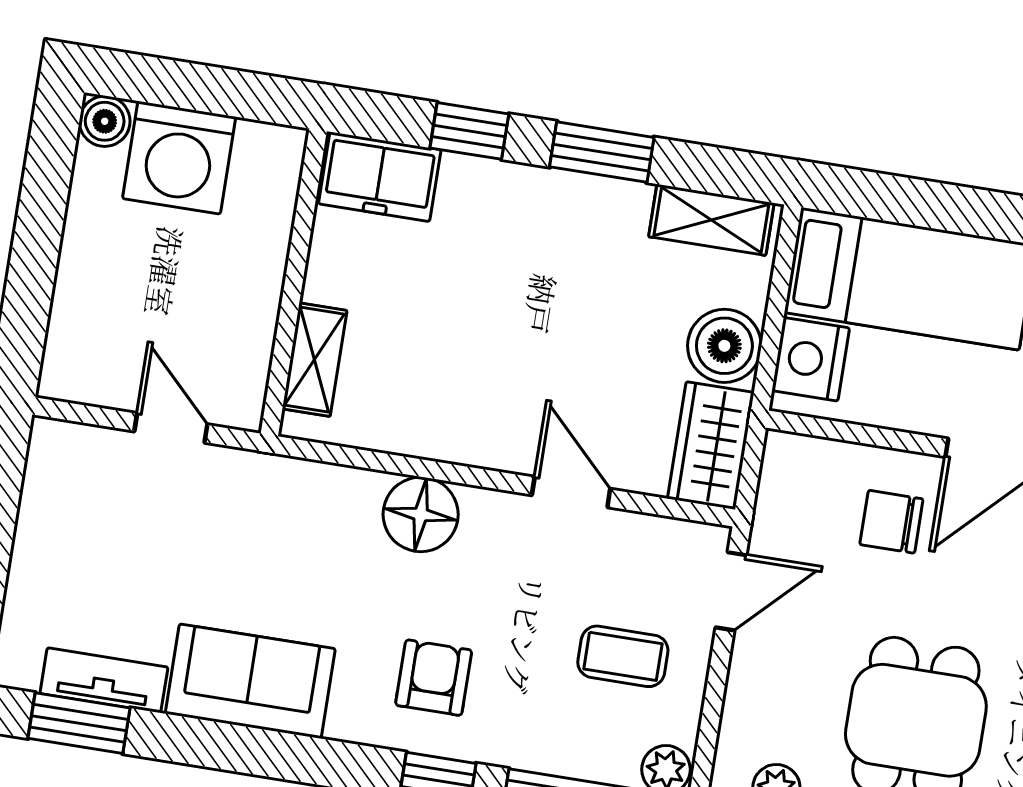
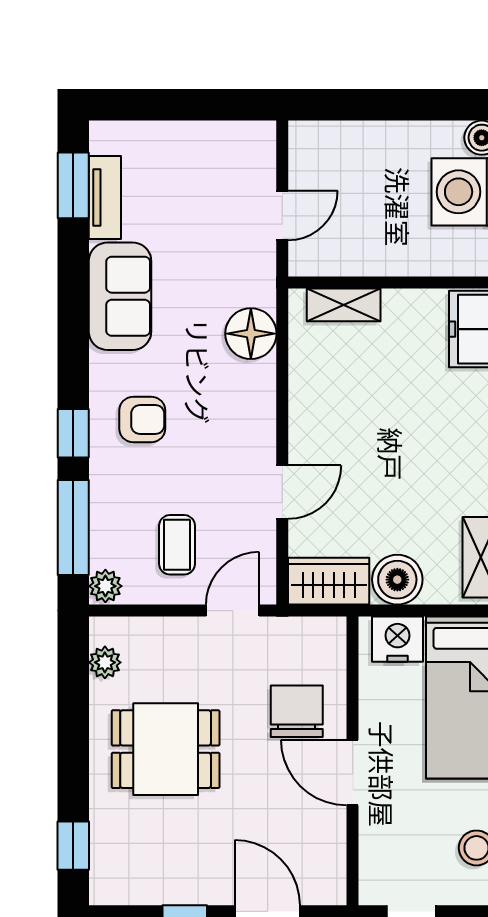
floor lamp: (421, 514) -> (251, 334), moved
chair: (891, 522) -> (297, 711), width x1.37, depth x1.37
door: (731, 591) -> (233, 611), swing flipped

